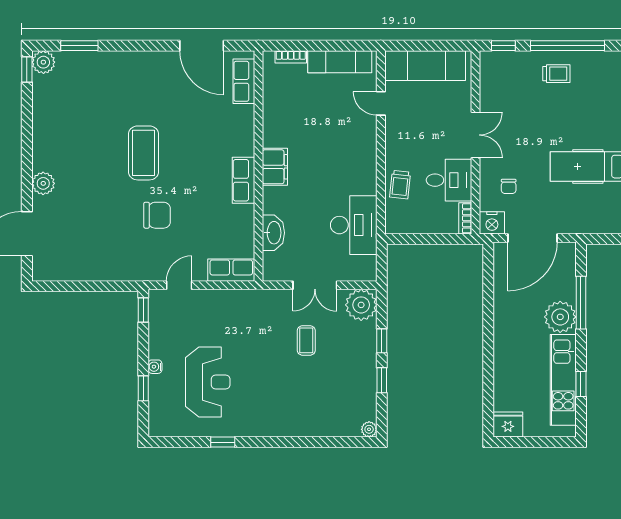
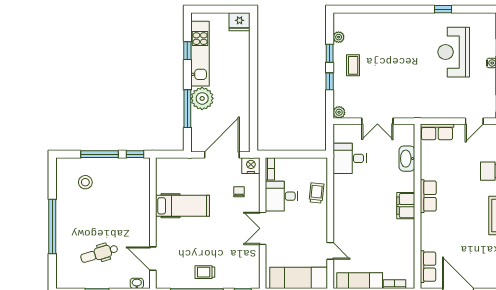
desk: (354, 225) -> (350, 158), width x0.73
double door: (315, 285) -> (377, 121), swing flipped
plant: (361, 305) -> (339, 112), width x0.53, depth x0.53
coffee table: (306, 340) -> (353, 65), moved
plant: (369, 429) -> (339, 37), moved

